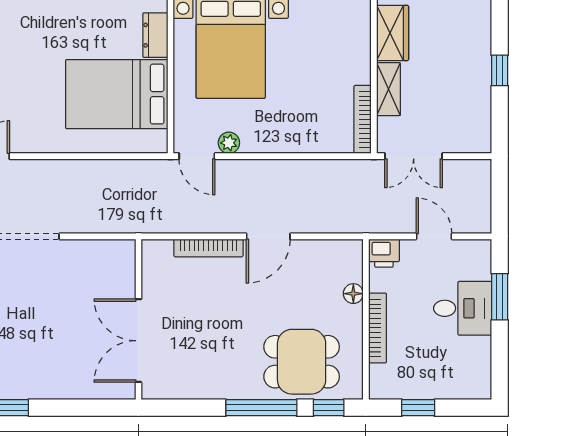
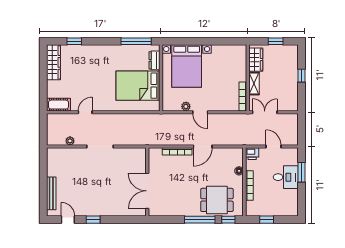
door: (197, 156) -> (200, 112), moved
double door: (414, 156) -> (265, 112), swing flipped

